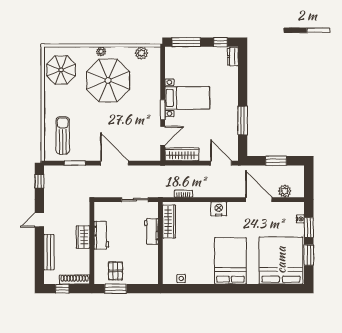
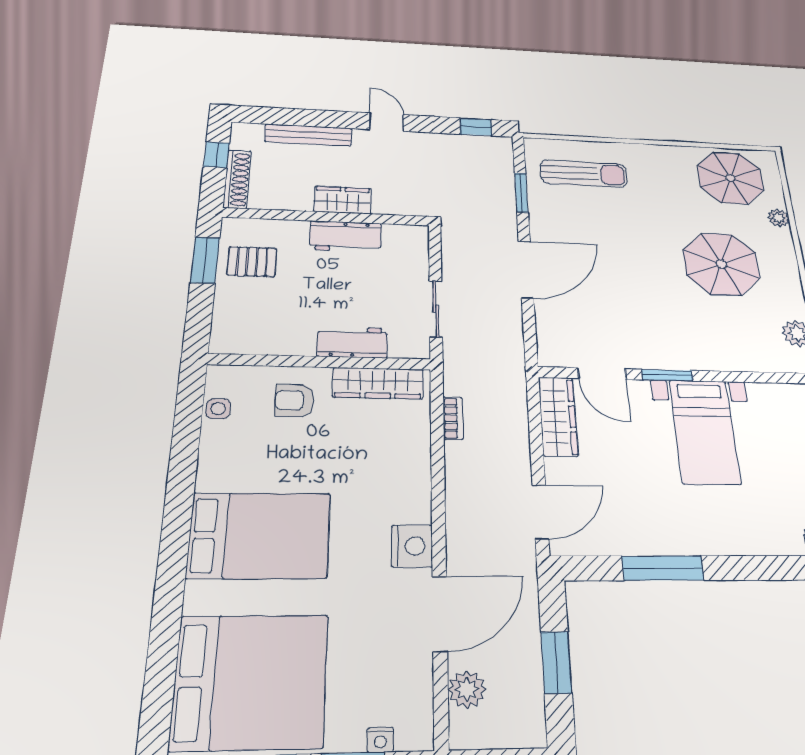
plant: (101, 51) -> (778, 218), moved
parasol: (108, 80) -> (721, 264), width x0.73, depth x0.73
nightstand: (219, 209) -> (412, 546), moved
armchair: (177, 252) -> (295, 400), added

